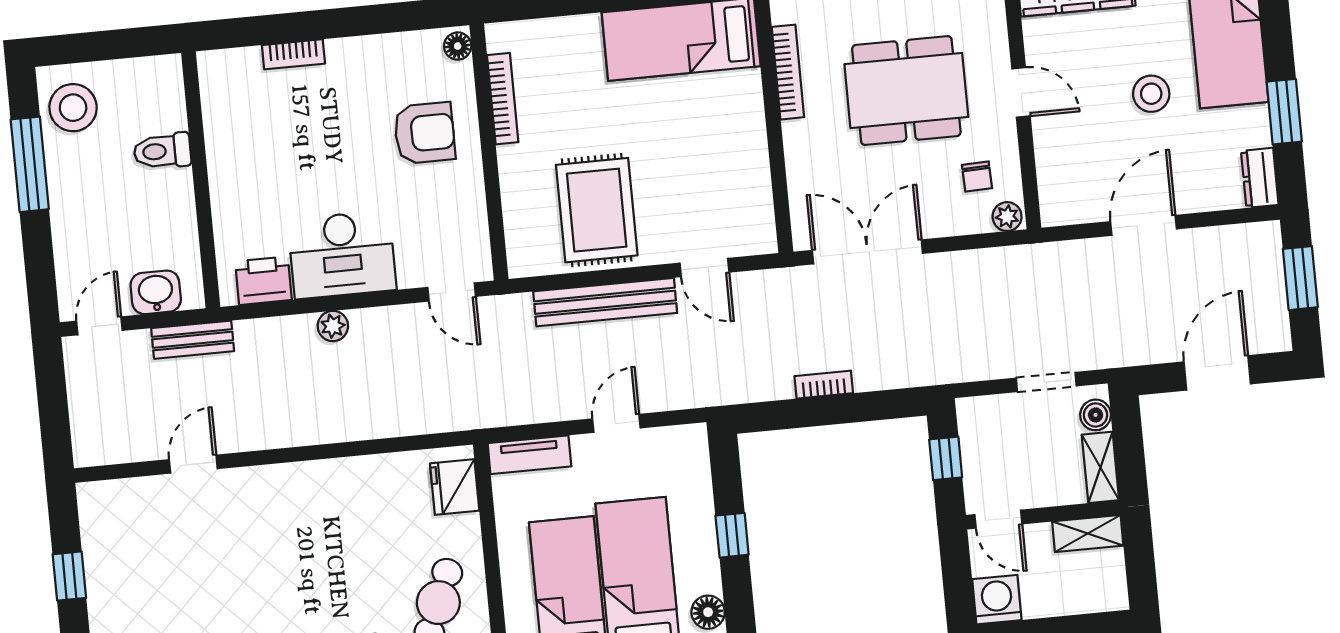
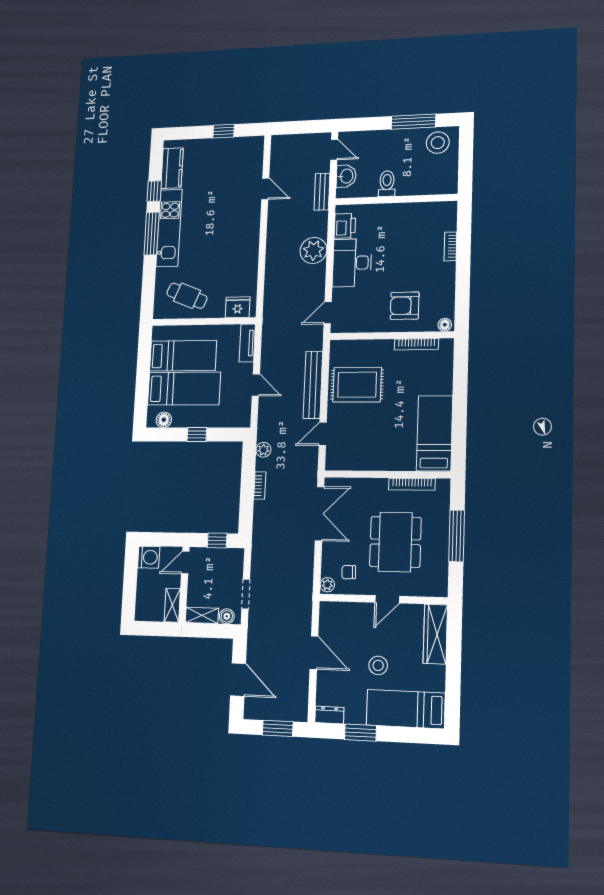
armchair: (425, 133) -> (405, 306), turned 90
toilet: (162, 151) -> (387, 184), moved
plant: (333, 326) -> (313, 250), width x1.88, depth x1.88
plant: (750, 388) -> (263, 450), added

